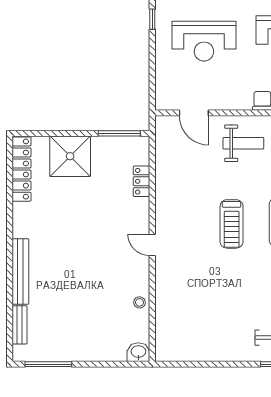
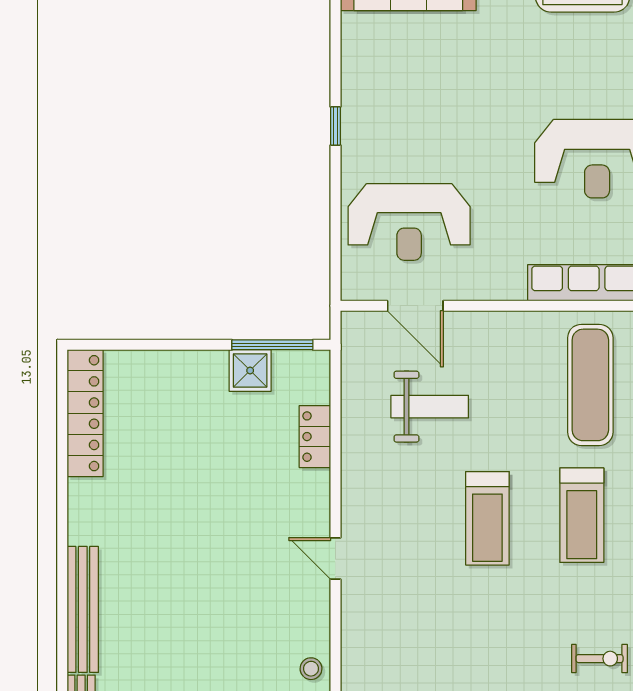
reception desk: (204, 41) -> (409, 222), moved
weight bench: (243, 143) -> (430, 407), moved
shower: (70, 156) -> (250, 370), moved, width x0.54, depth x0.54

